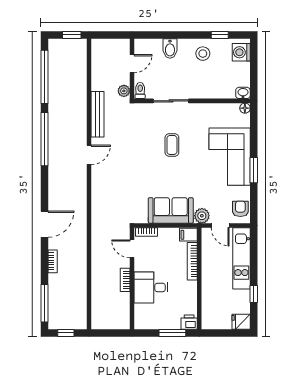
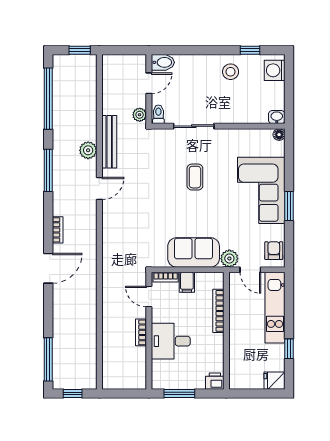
bidet: (170, 49) -> (163, 62), moved, turned -90
plant: (79, 122) -> (88, 150), added
window: (45, 139) -> (48, 170), width x0.68
filing cabinet: (188, 235) -> (187, 282), moved, turned -90
bookcase: (53, 261) -> (58, 230), moved
window: (172, 333) -> (179, 394), moved

